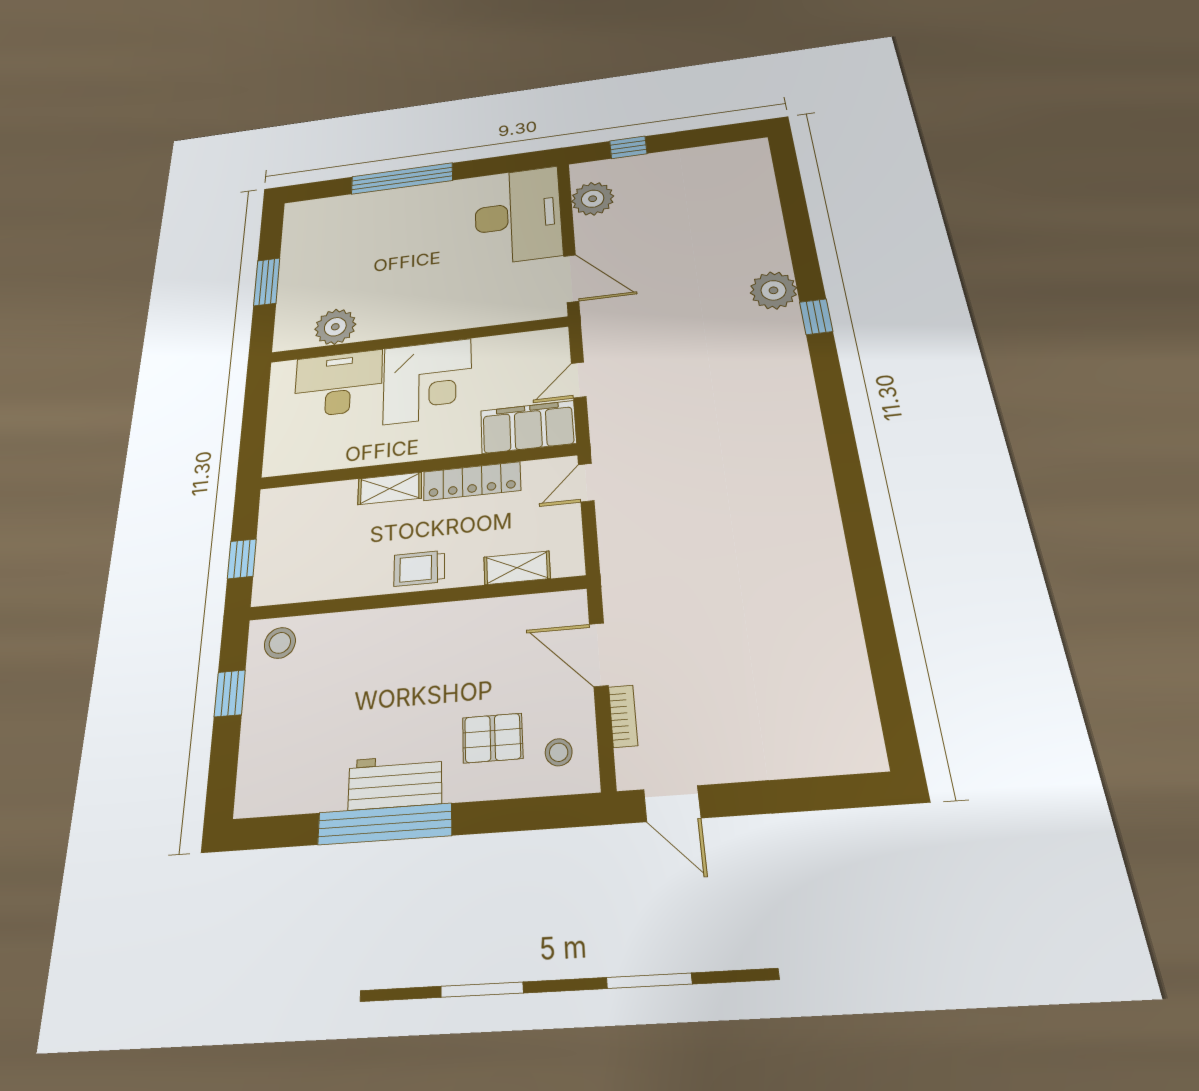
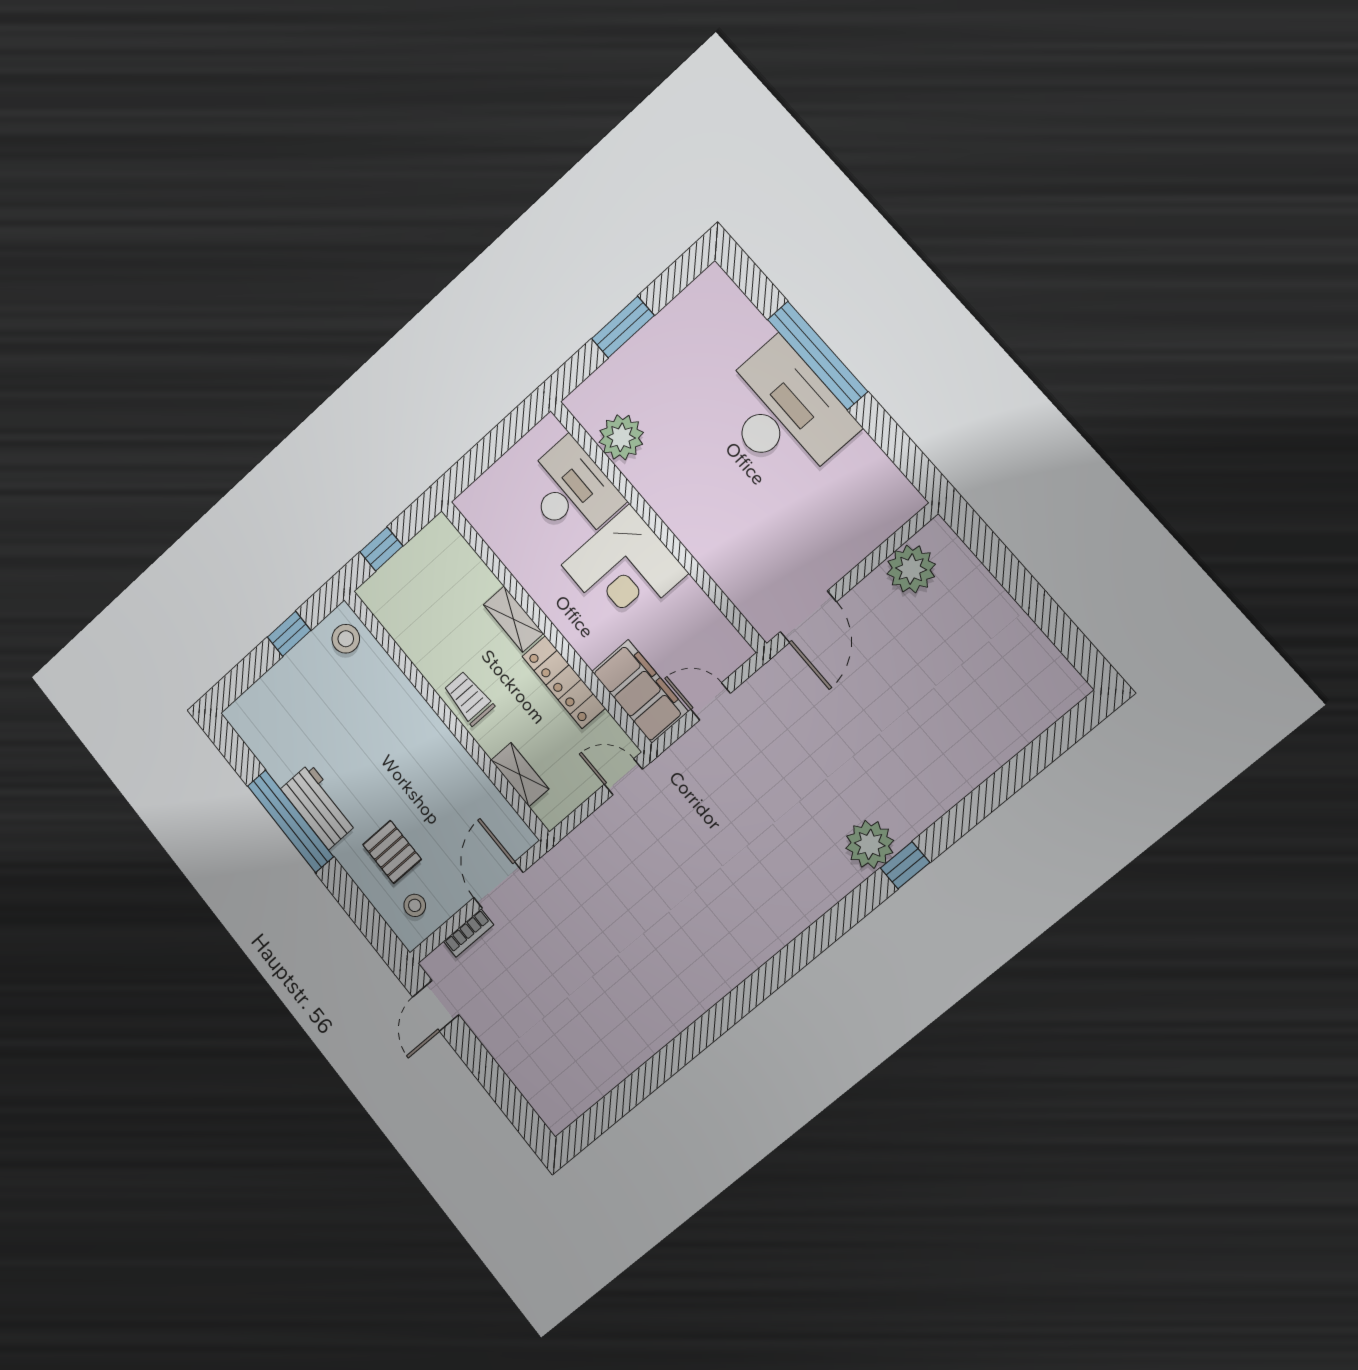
window: (628, 147) -> (997, 558), removed
desk: (518, 215) -> (784, 413), moved, turned -90
plant: (773, 290) -> (870, 844), moved

